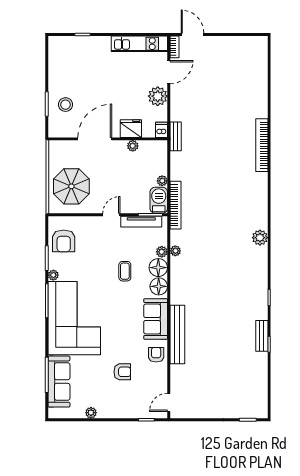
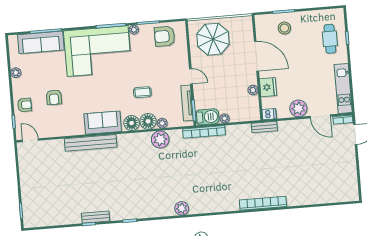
cafe table: (82, 54) -> (330, 39), added
plant: (175, 251) -> (160, 139), width x1.88, depth x1.88
armchair: (156, 355) -> (25, 105), moved

